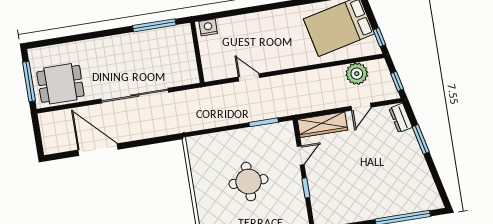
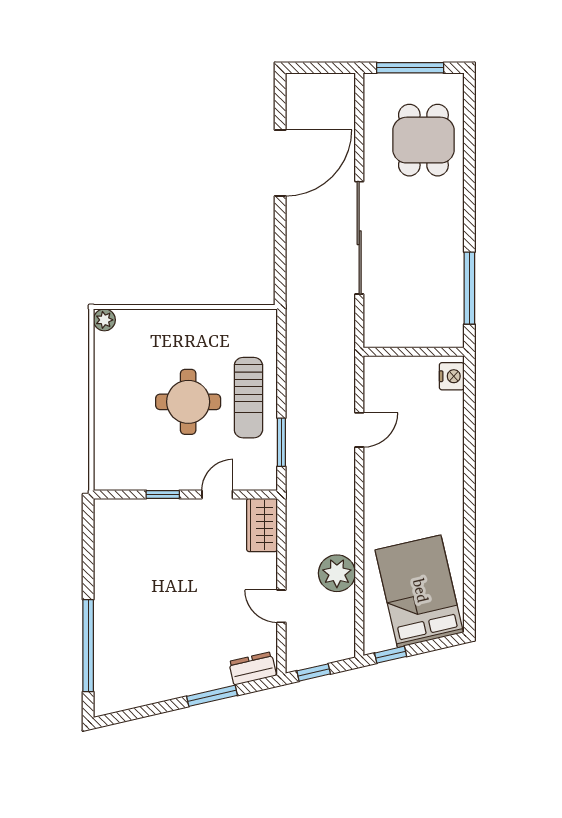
plant: (357, 74) -> (337, 573), moved
dining table: (60, 84) -> (423, 140), moved
wardrobe: (322, 125) -> (262, 525), width x0.67
sun lounger: (240, 146) -> (248, 398), added
door: (301, 155) -> (217, 494), swing flipped

